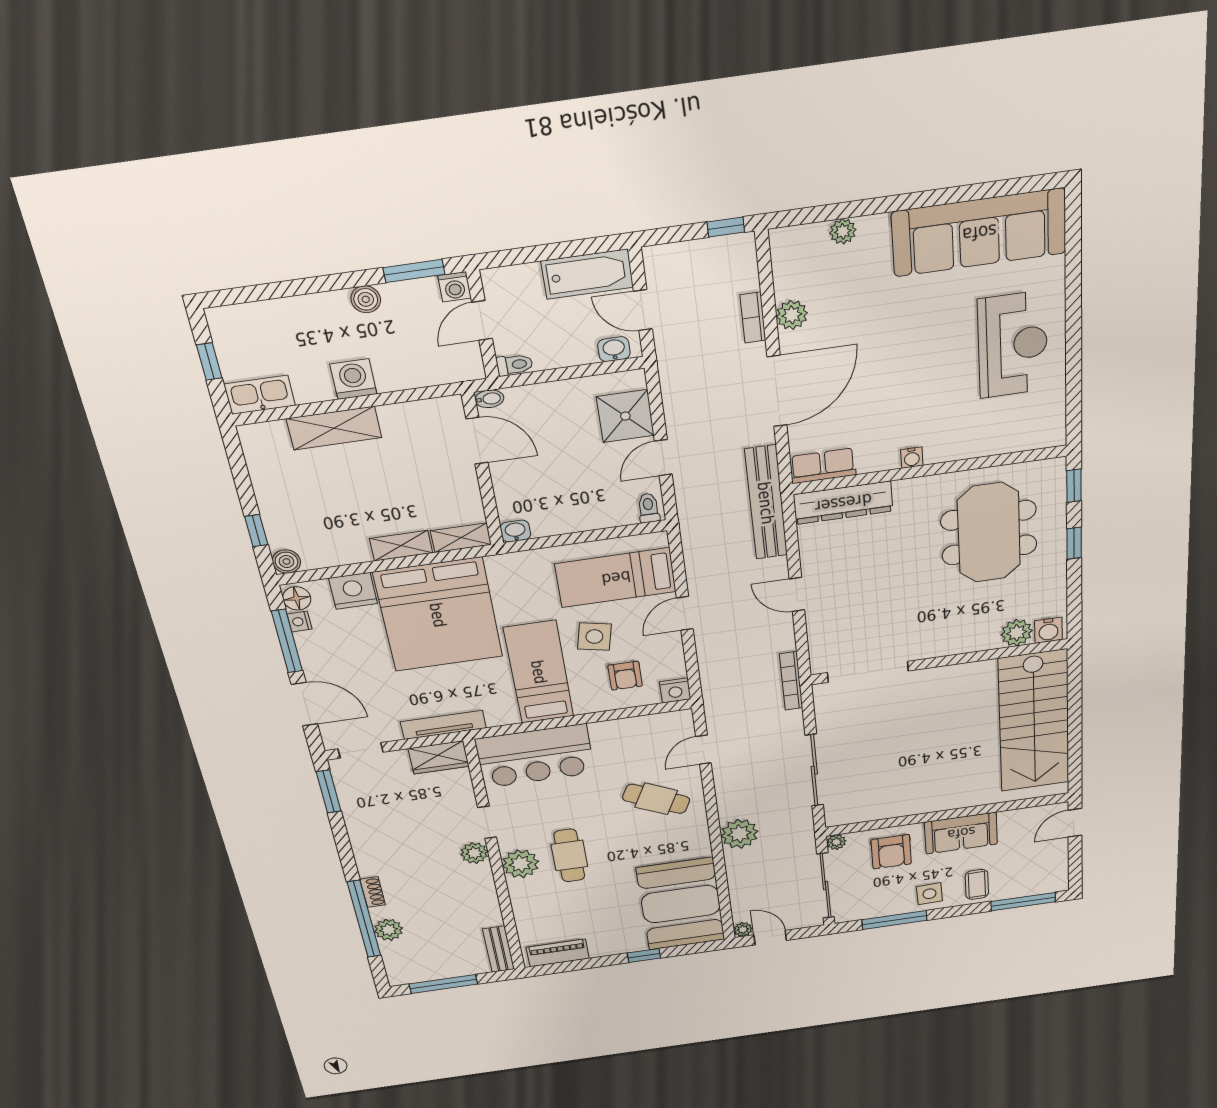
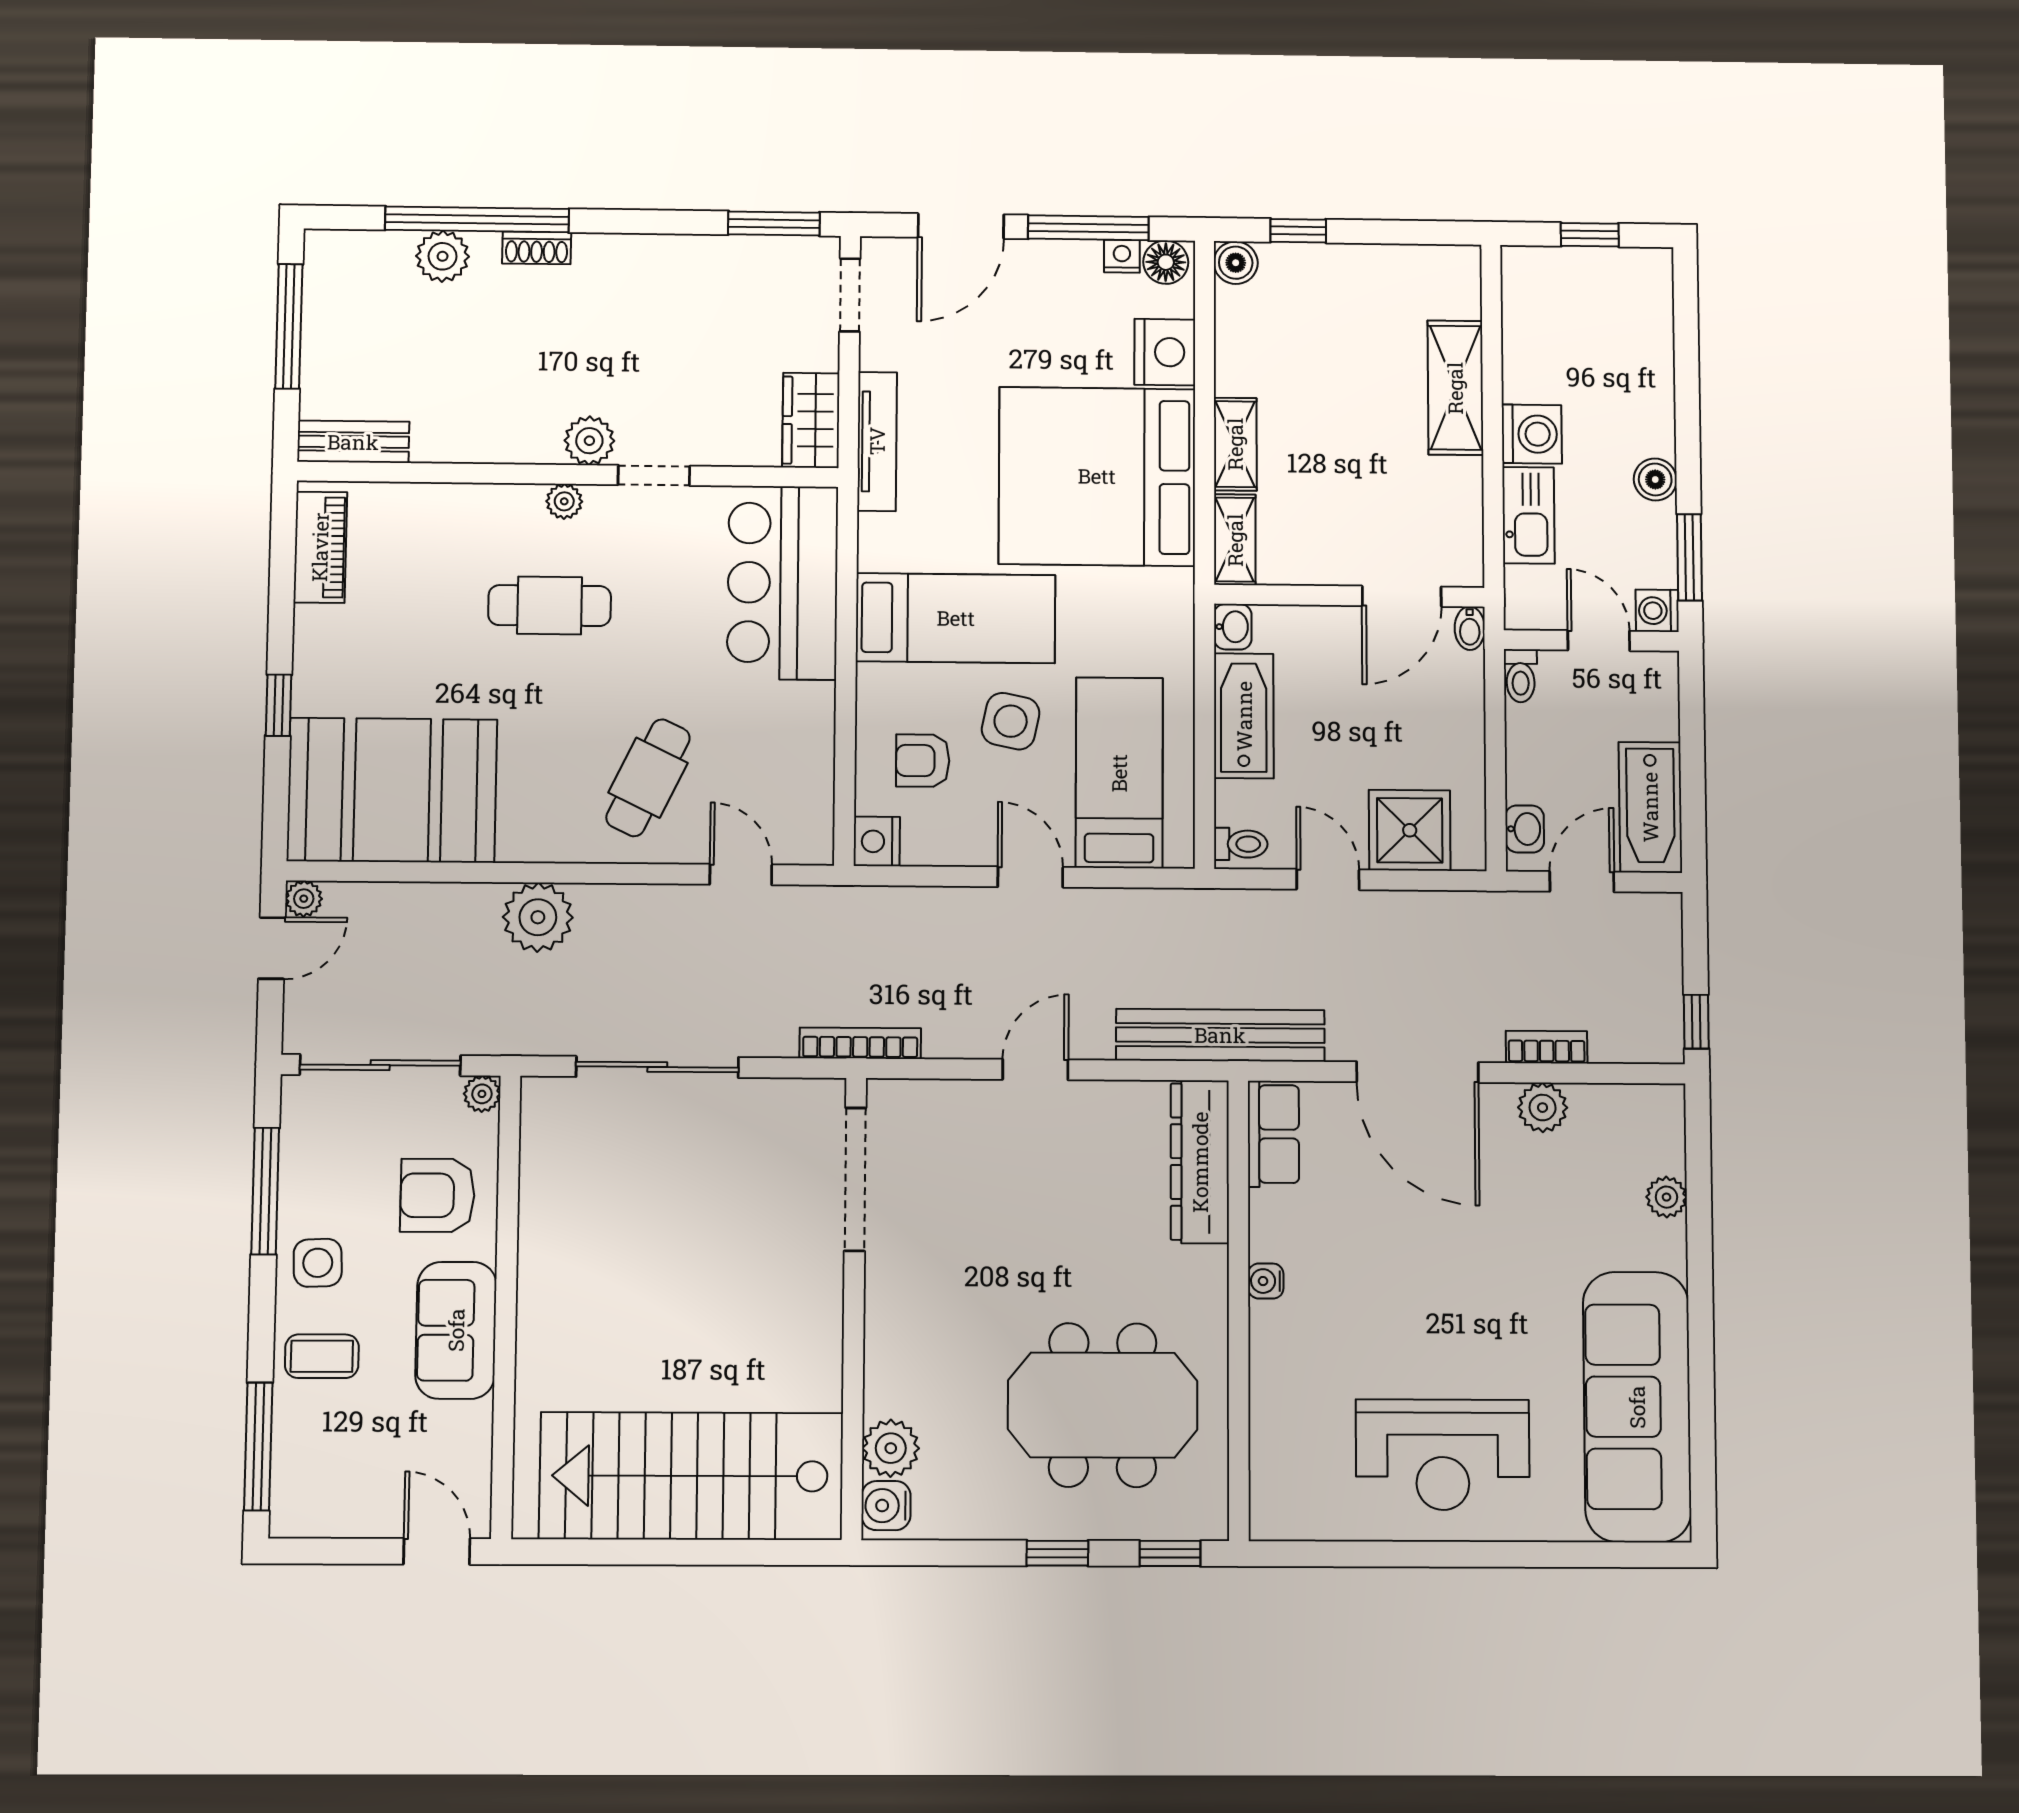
kitchen sink: (260, 395) -> (1528, 515), moved
bathtub: (569, 517) -> (1244, 716), added
plant: (521, 864) -> (564, 501), width x0.53, depth x0.53

